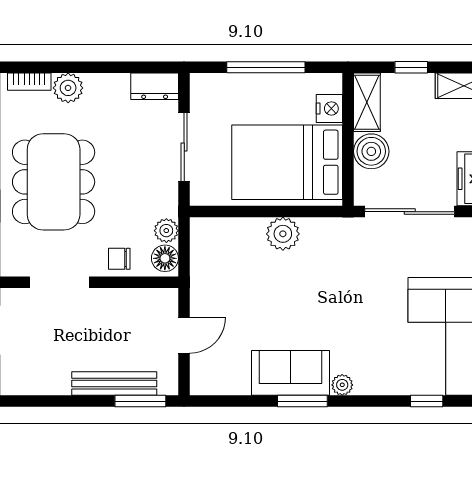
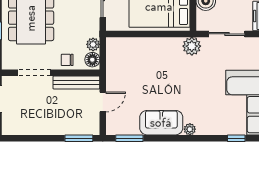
sliding door: (410, 212) -> (227, 34), width x0.73
plant: (283, 234) -> (192, 46), moved
bench: (114, 384) -> (76, 82), moved
window: (302, 401) -> (129, 138), moved

